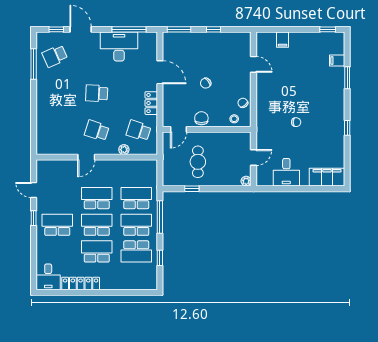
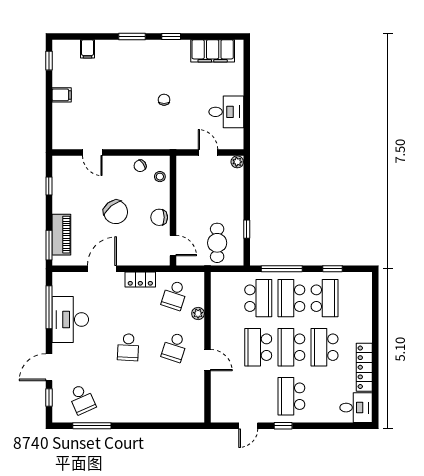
window: (214, 29) -> (49, 186), moved
piano: (187, 39) -> (61, 235), added
filing cabinet: (282, 40) -> (62, 95), moved
door: (254, 64) -> (92, 153), swing flipped
window: (347, 78) -> (132, 36), moved
chair: (206, 83) -> (116, 212), width x1.87, depth x1.87
cafe table: (198, 162) -> (217, 243), moved, turned 90
filing cabinet: (327, 177) -> (213, 51), moved, turned -90
school desk: (136, 198) -> (258, 298), turned 180

